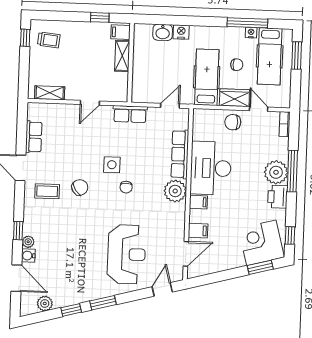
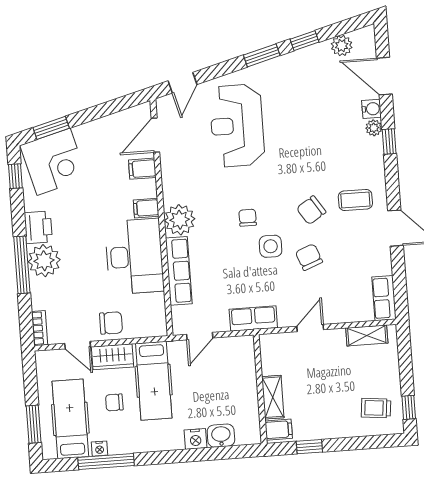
row of seats: (34, 137) -> (384, 298), moved
chair: (85, 154) -> (309, 257), added

